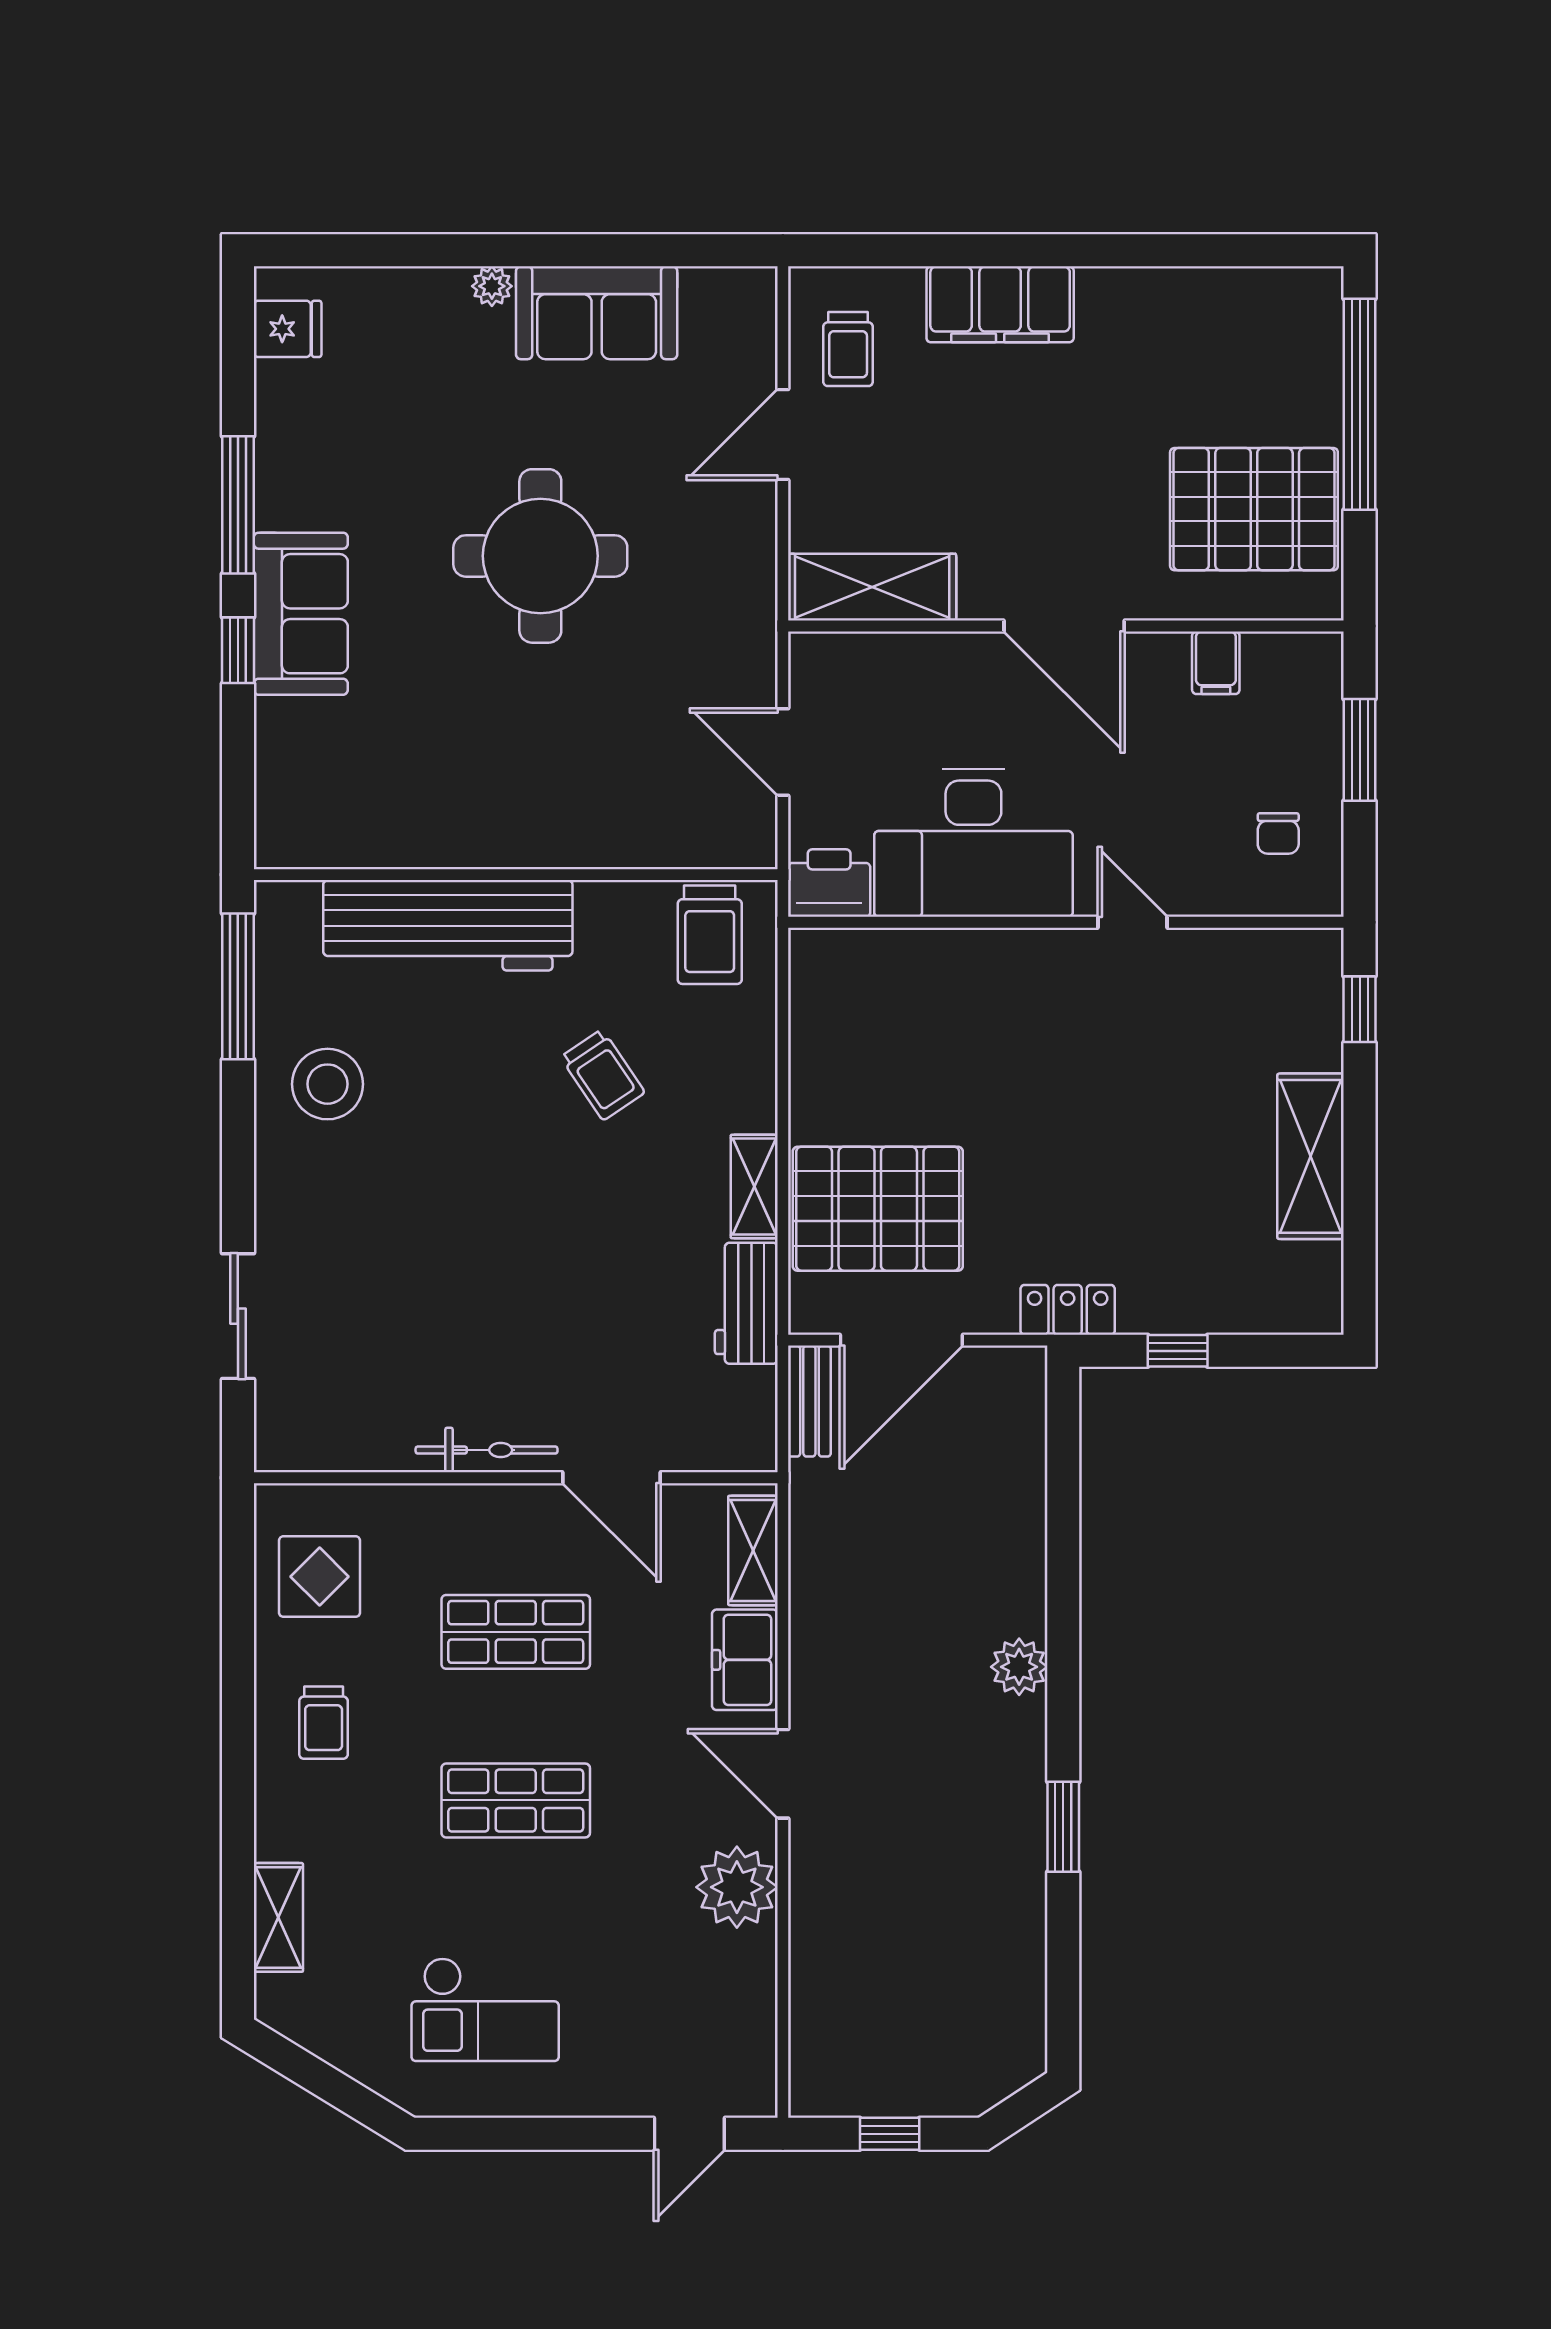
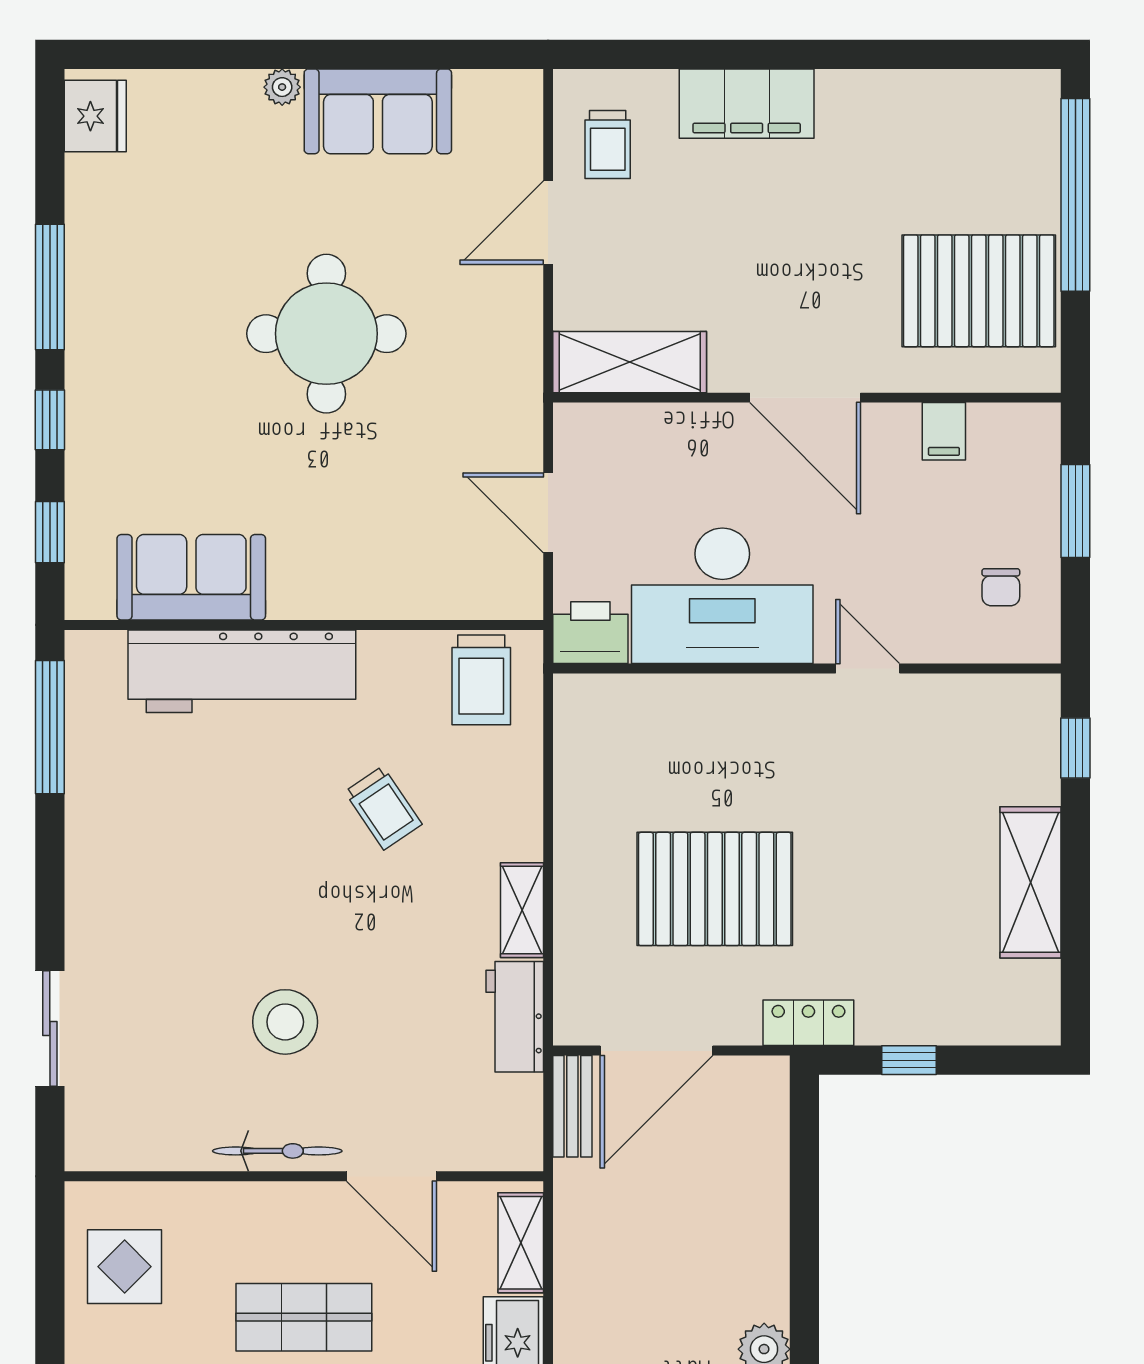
fridge: (288, 329) -> (95, 116), width x1.38
sofa: (301, 614) -> (191, 577), moved, turned -90
window: (238, 773) -> (50, 532), added
stool: (328, 1084) -> (285, 1022), moved
pallet: (878, 1209) -> (715, 889), moved

